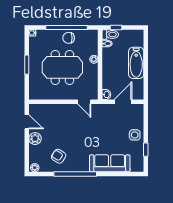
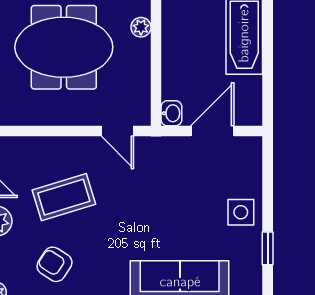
coffee table: (62, 129) -> (64, 197), added

